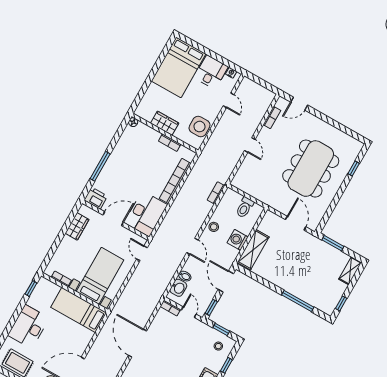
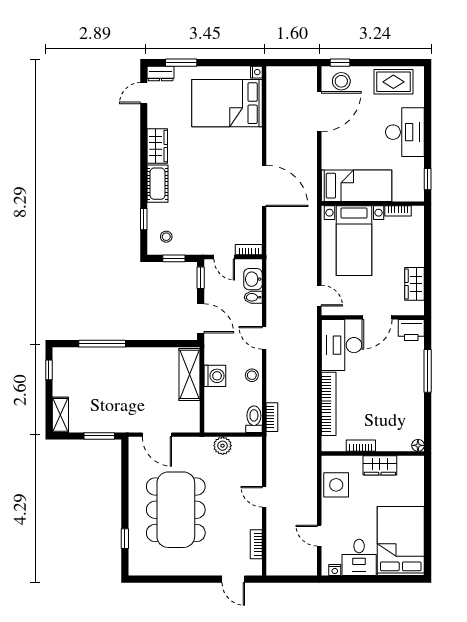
door: (299, 104) -> (233, 579), swing flipped
plant: (258, 193) -> (223, 446), added
toilet: (245, 207) -> (254, 419), moved

